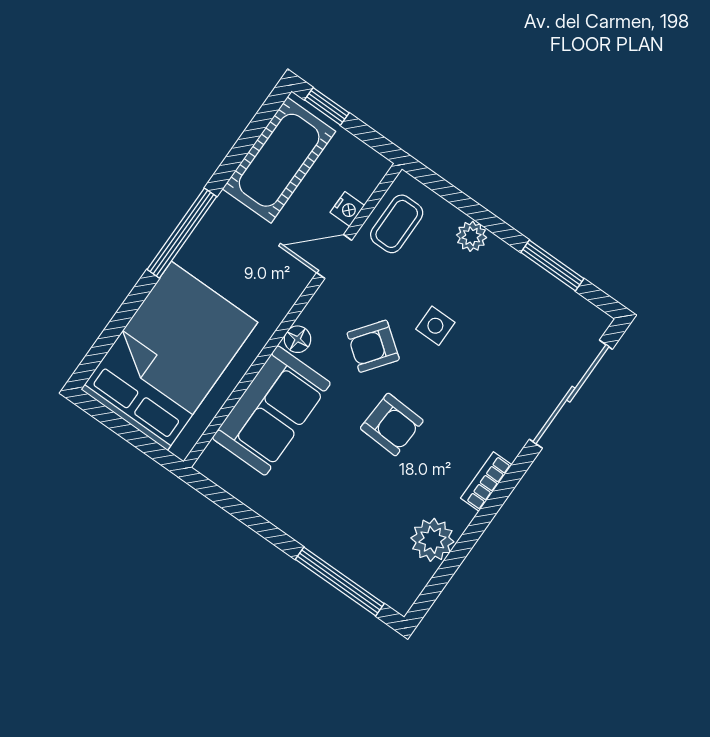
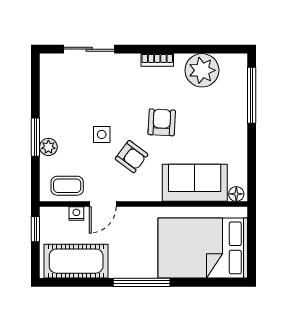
window: (327, 106) -> (35, 229), moved
door: (334, 256) -> (103, 204), hinge flipped
window: (552, 265) -> (35, 137), moved
floor lamp: (298, 339) -> (236, 194), moved
sliding door: (571, 394) -> (89, 49), width x0.73
plant: (432, 540) -> (202, 70), width x1.36, depth x1.36

